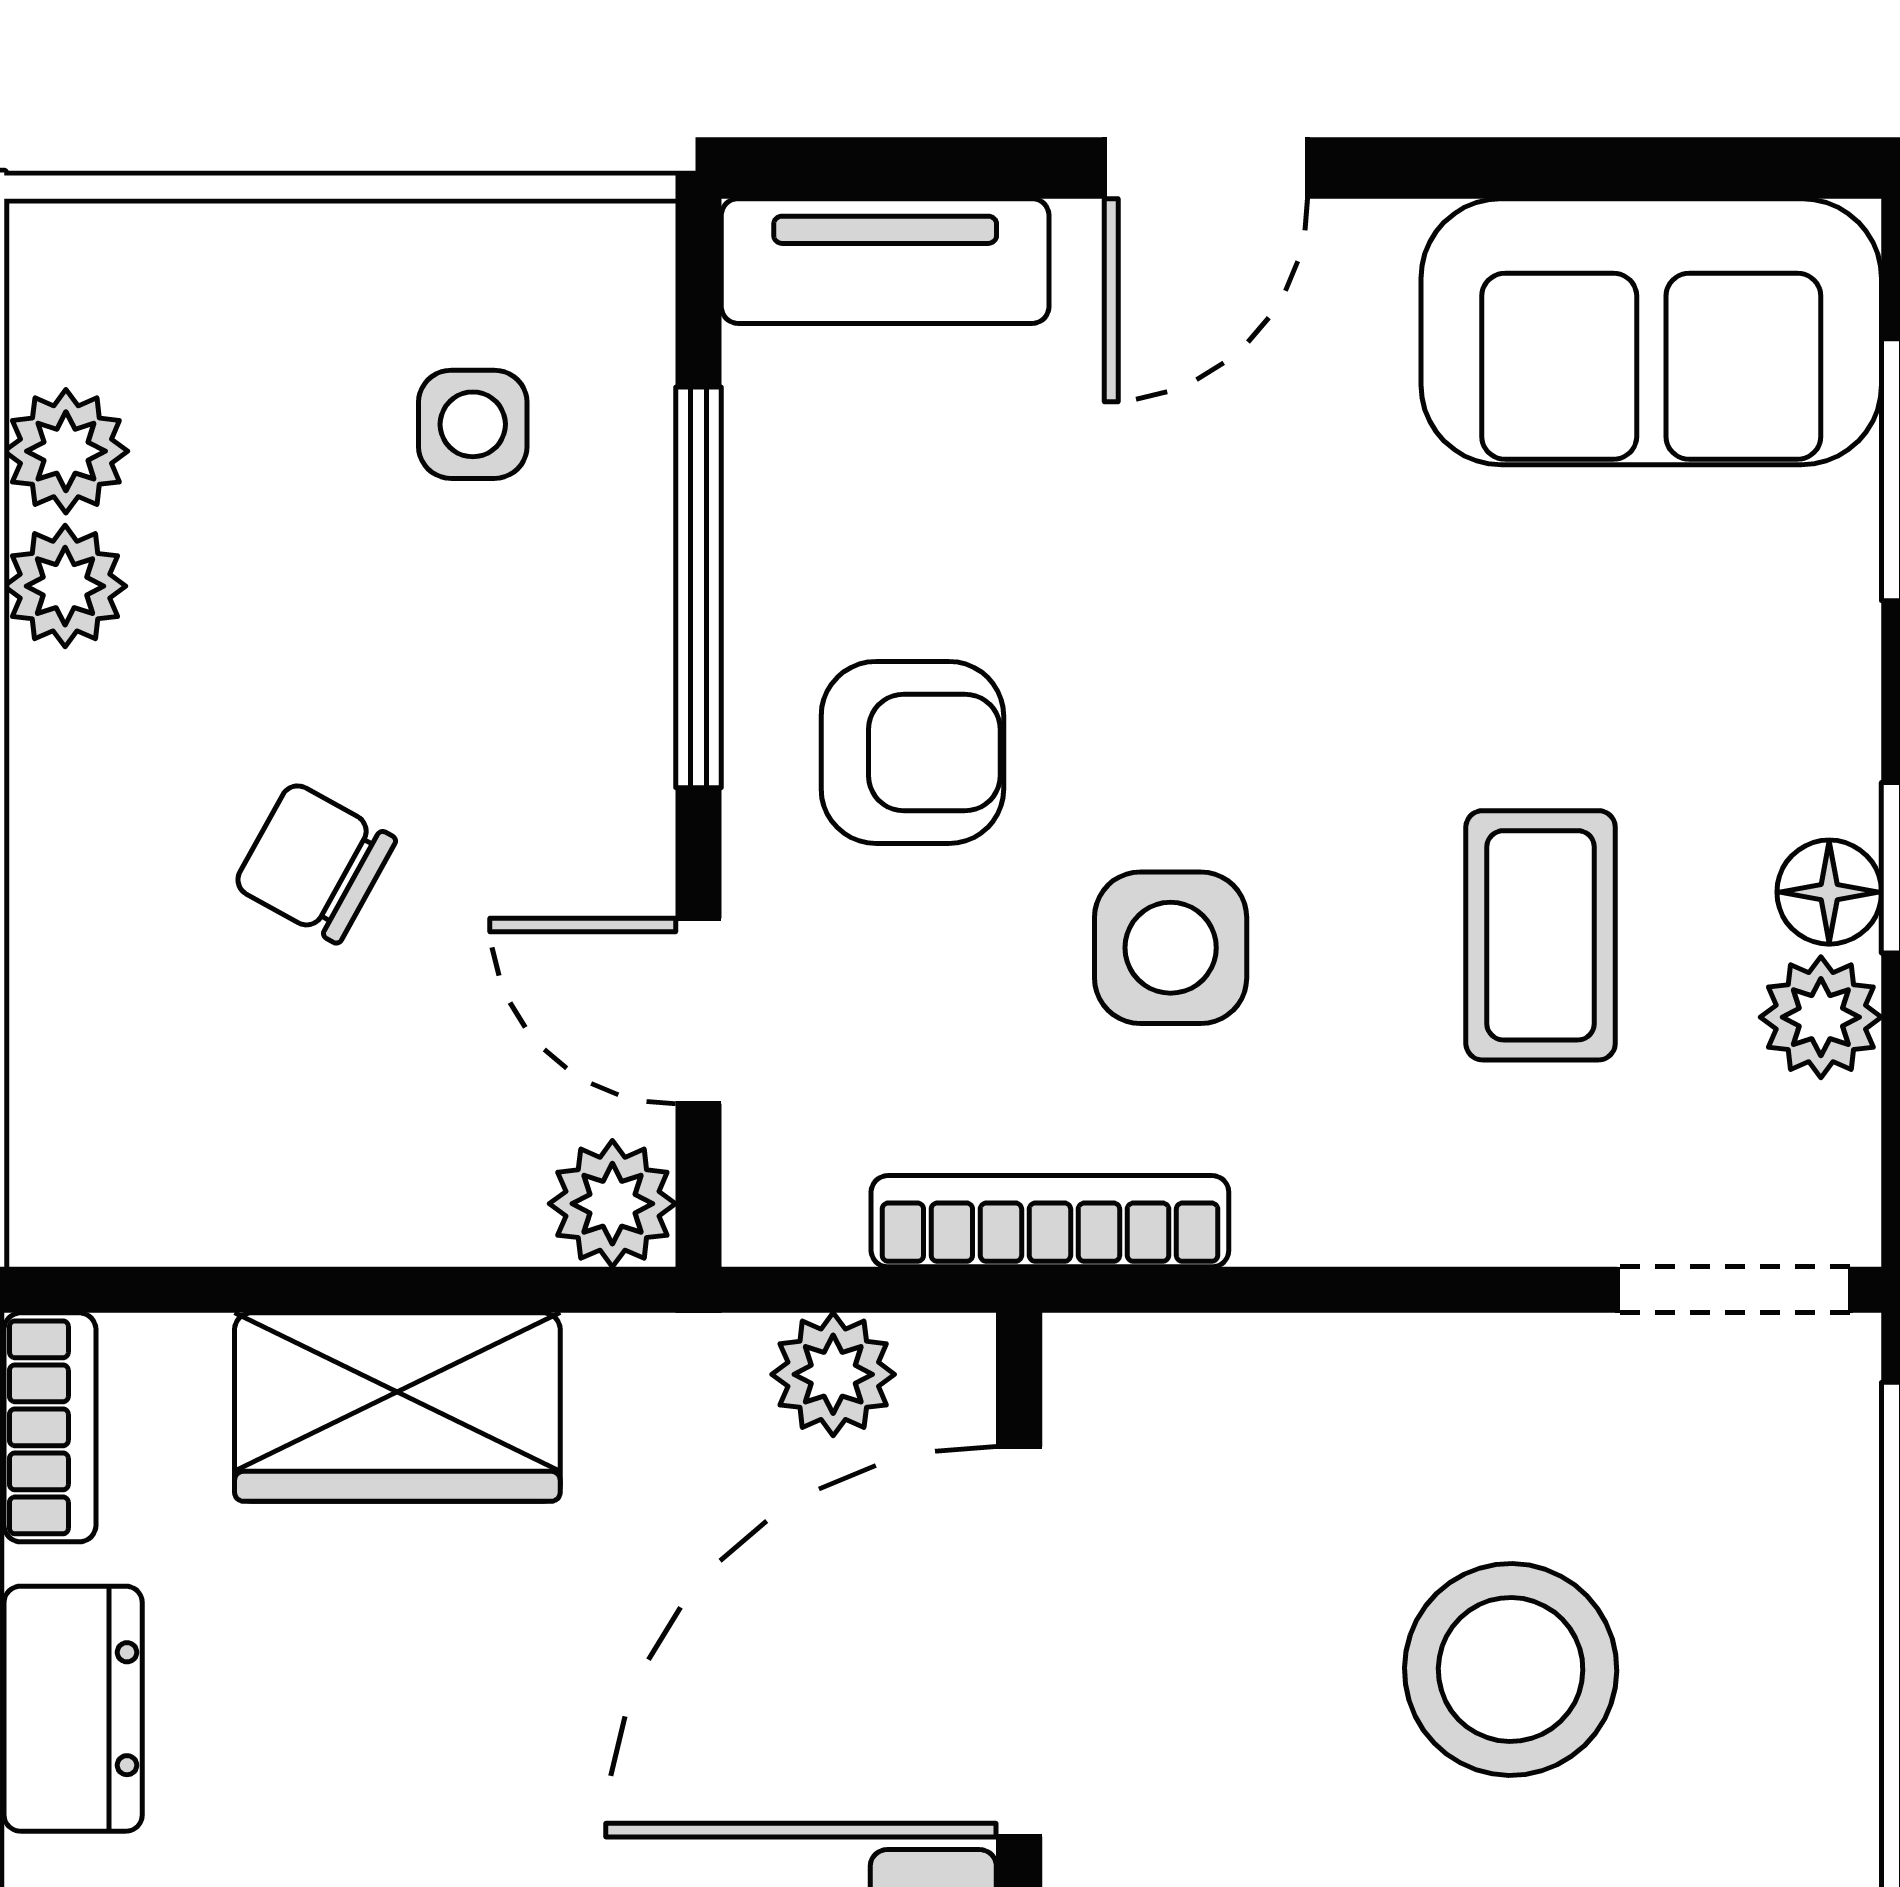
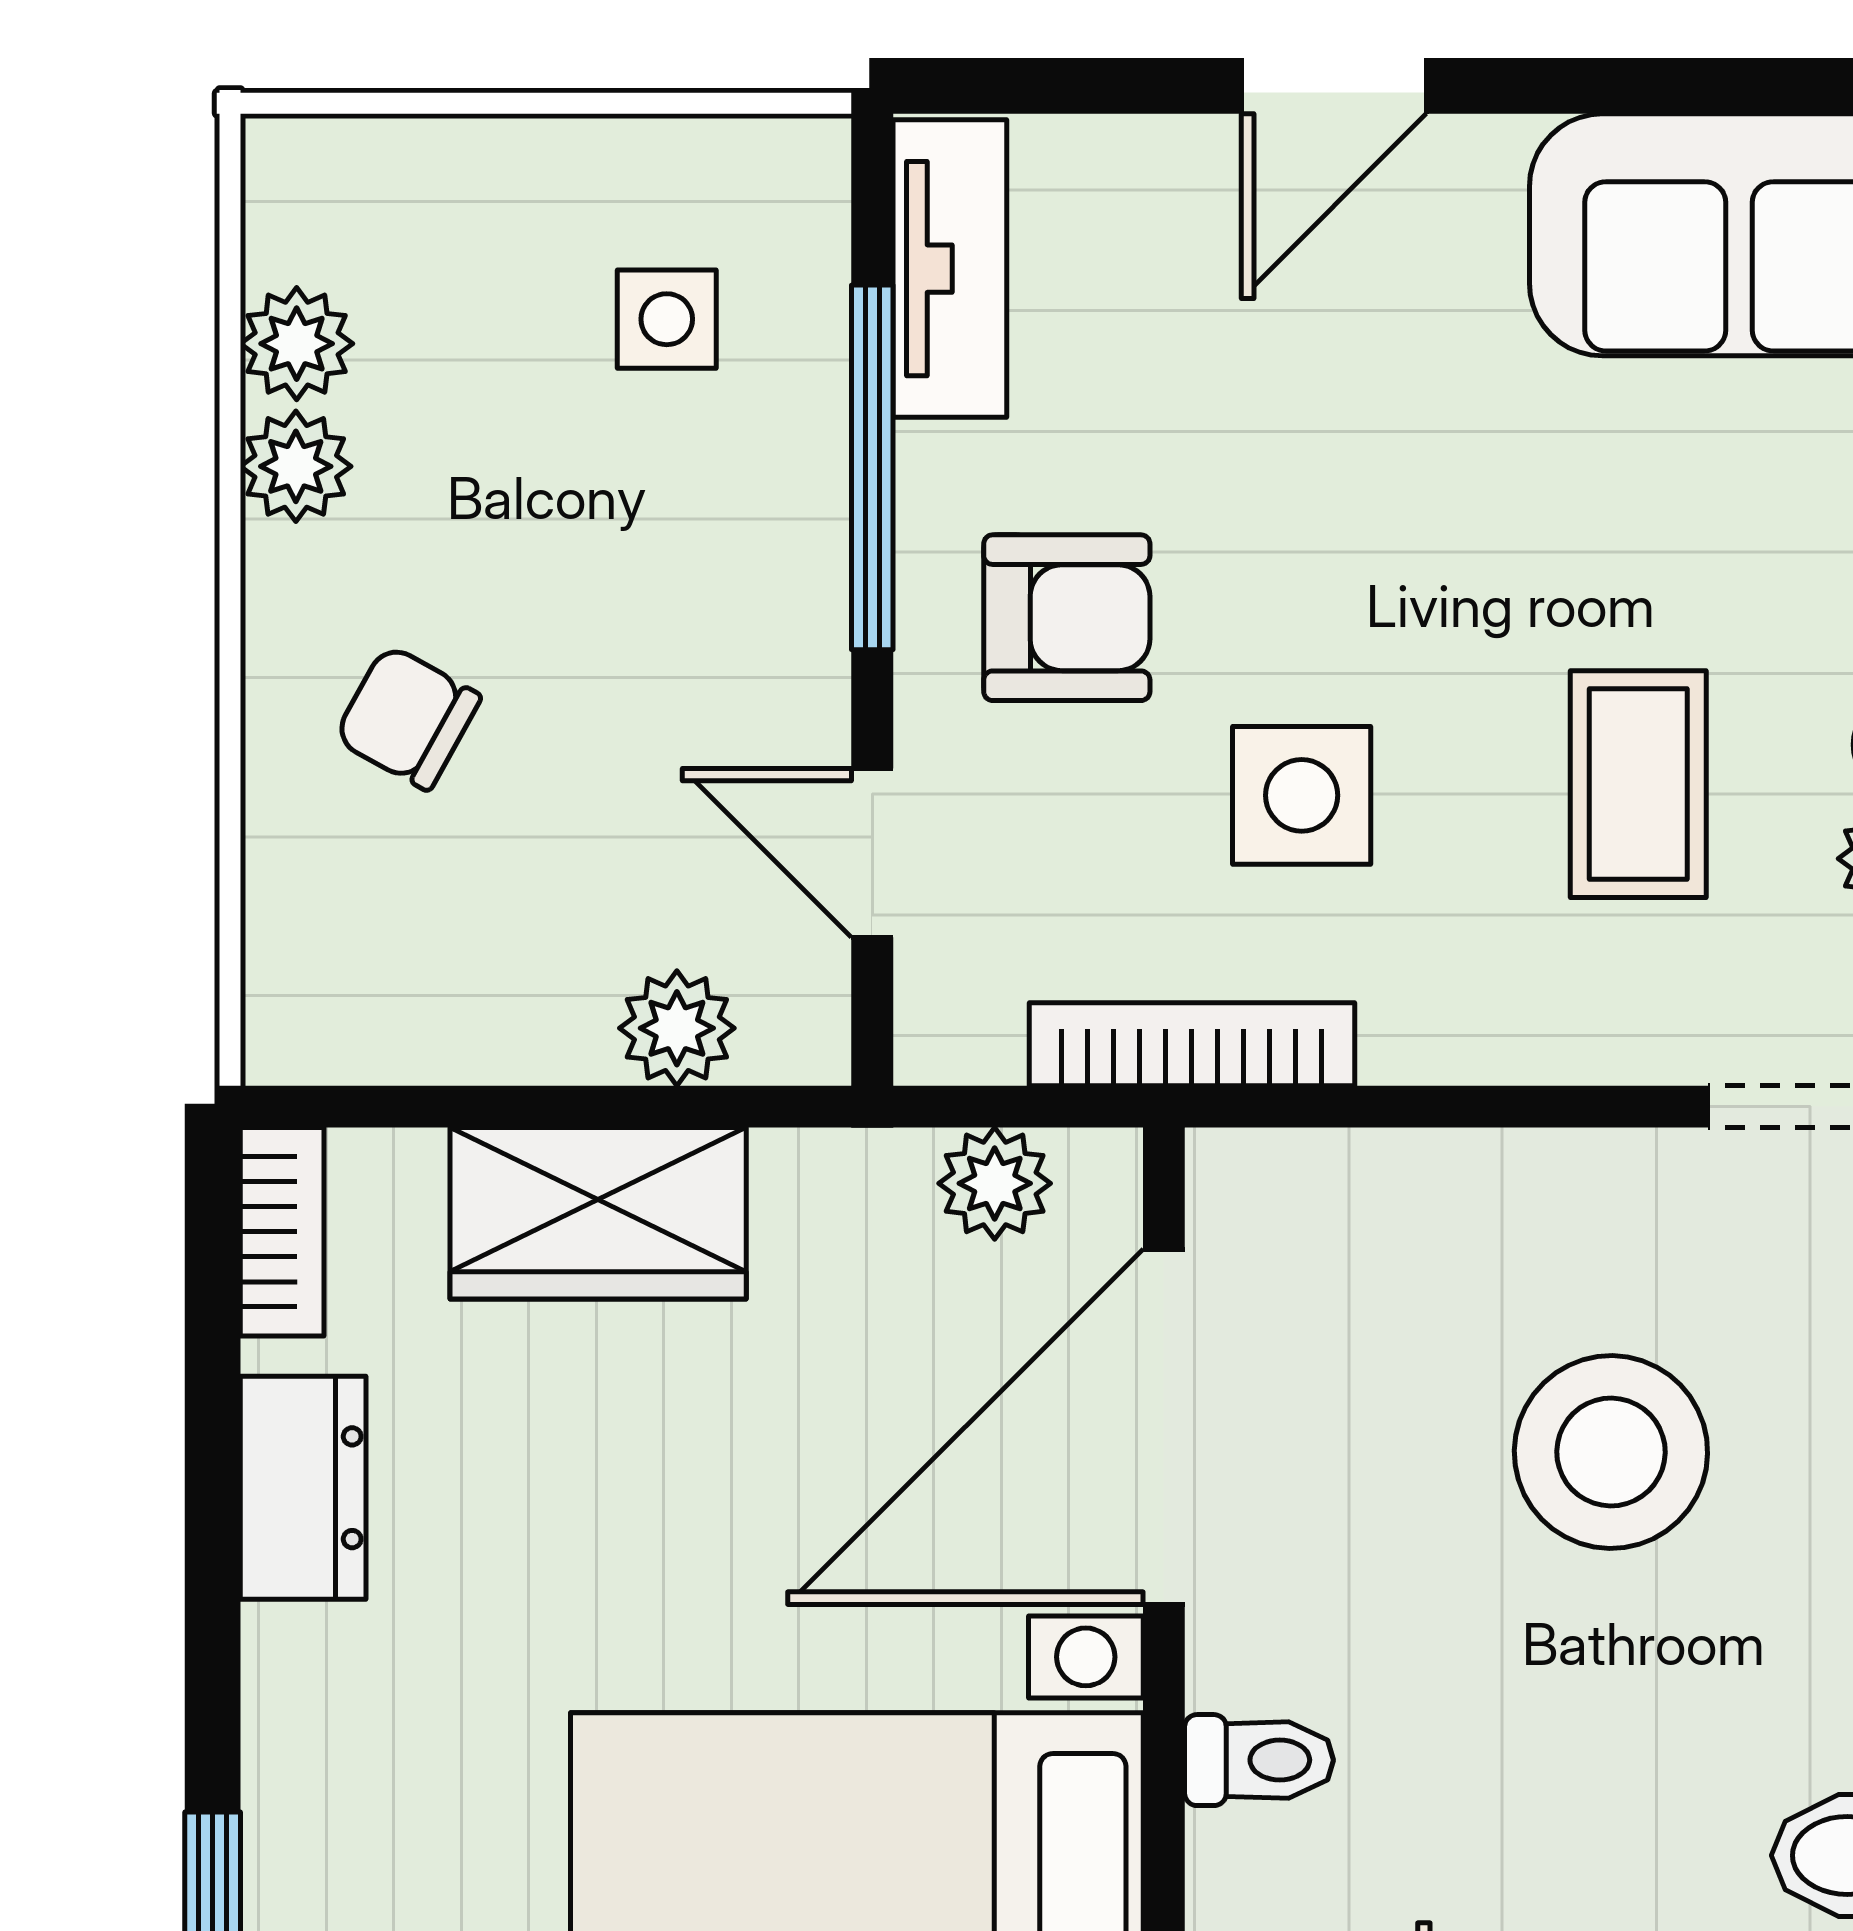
tv unit: (885, 261) -> (950, 269), moved, turned -90
chair: (315, 862) -> (408, 717), moved
plant: (612, 1204) -> (677, 1028), moved

